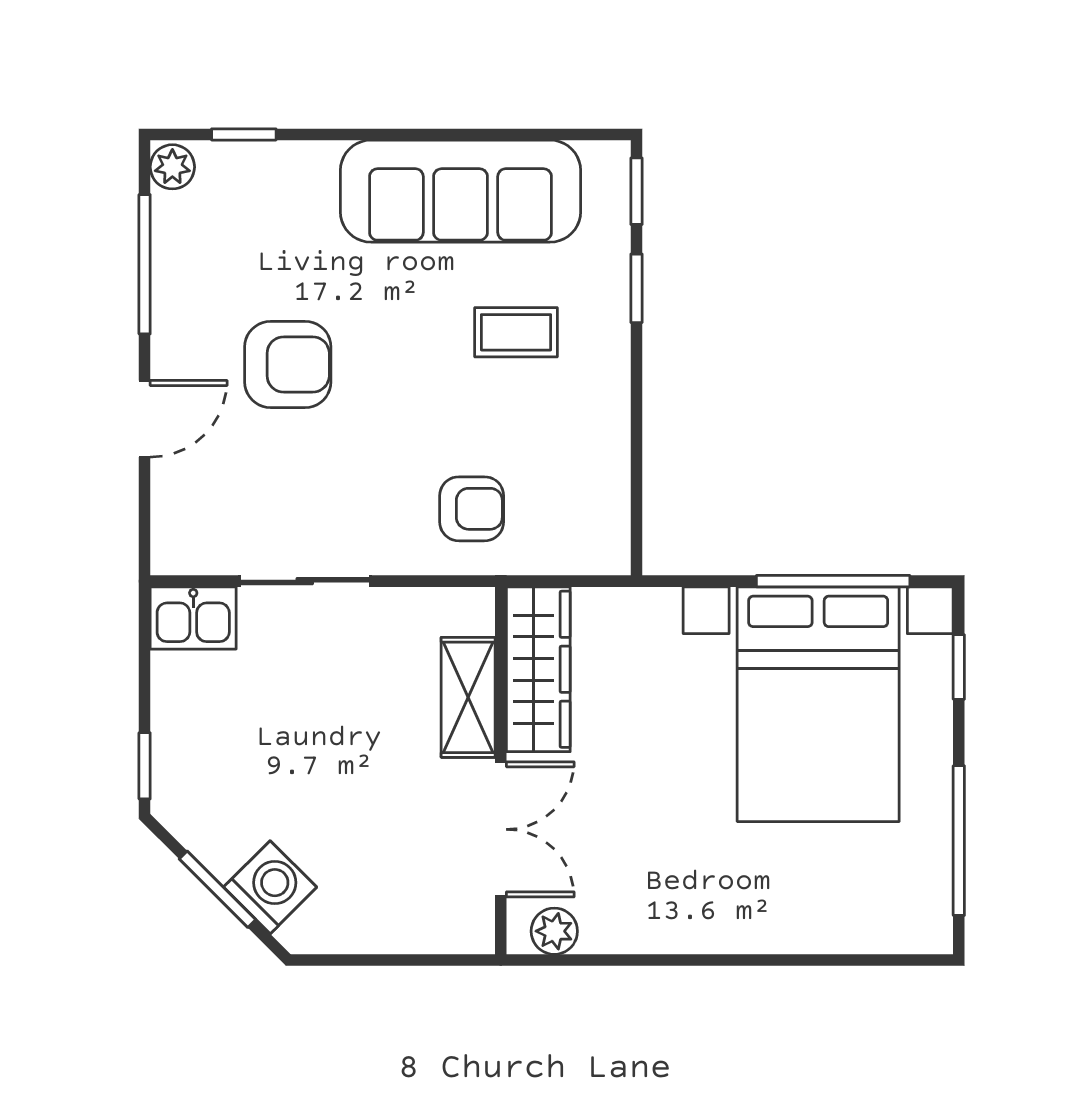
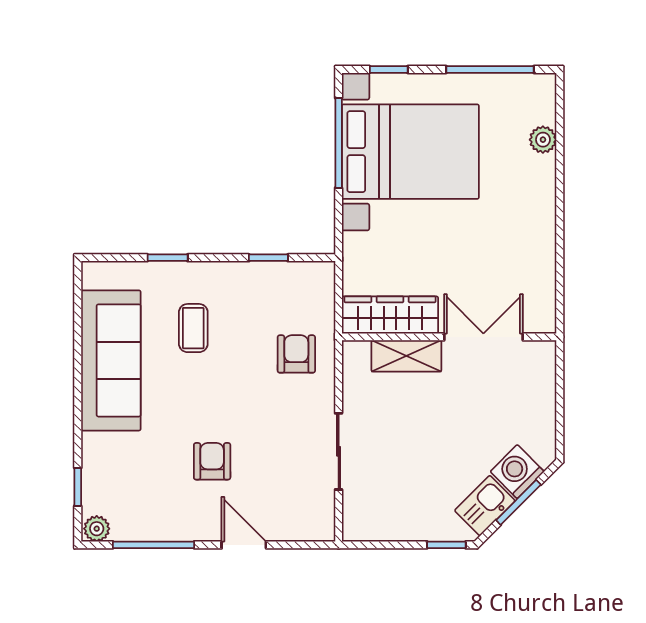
window: (637, 191) -> (268, 258), moved
armchair: (288, 364) -> (212, 461), width x0.72, depth x0.72
kitchen sink: (193, 618) -> (485, 506), moved, turned -135
plant: (554, 931) -> (543, 140), moved

